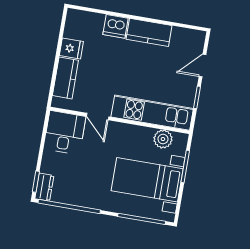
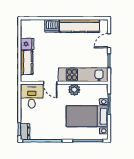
kitchen counter: (149, 32) -> (79, 26), width x1.50
plant: (163, 139) -> (74, 90), moved

